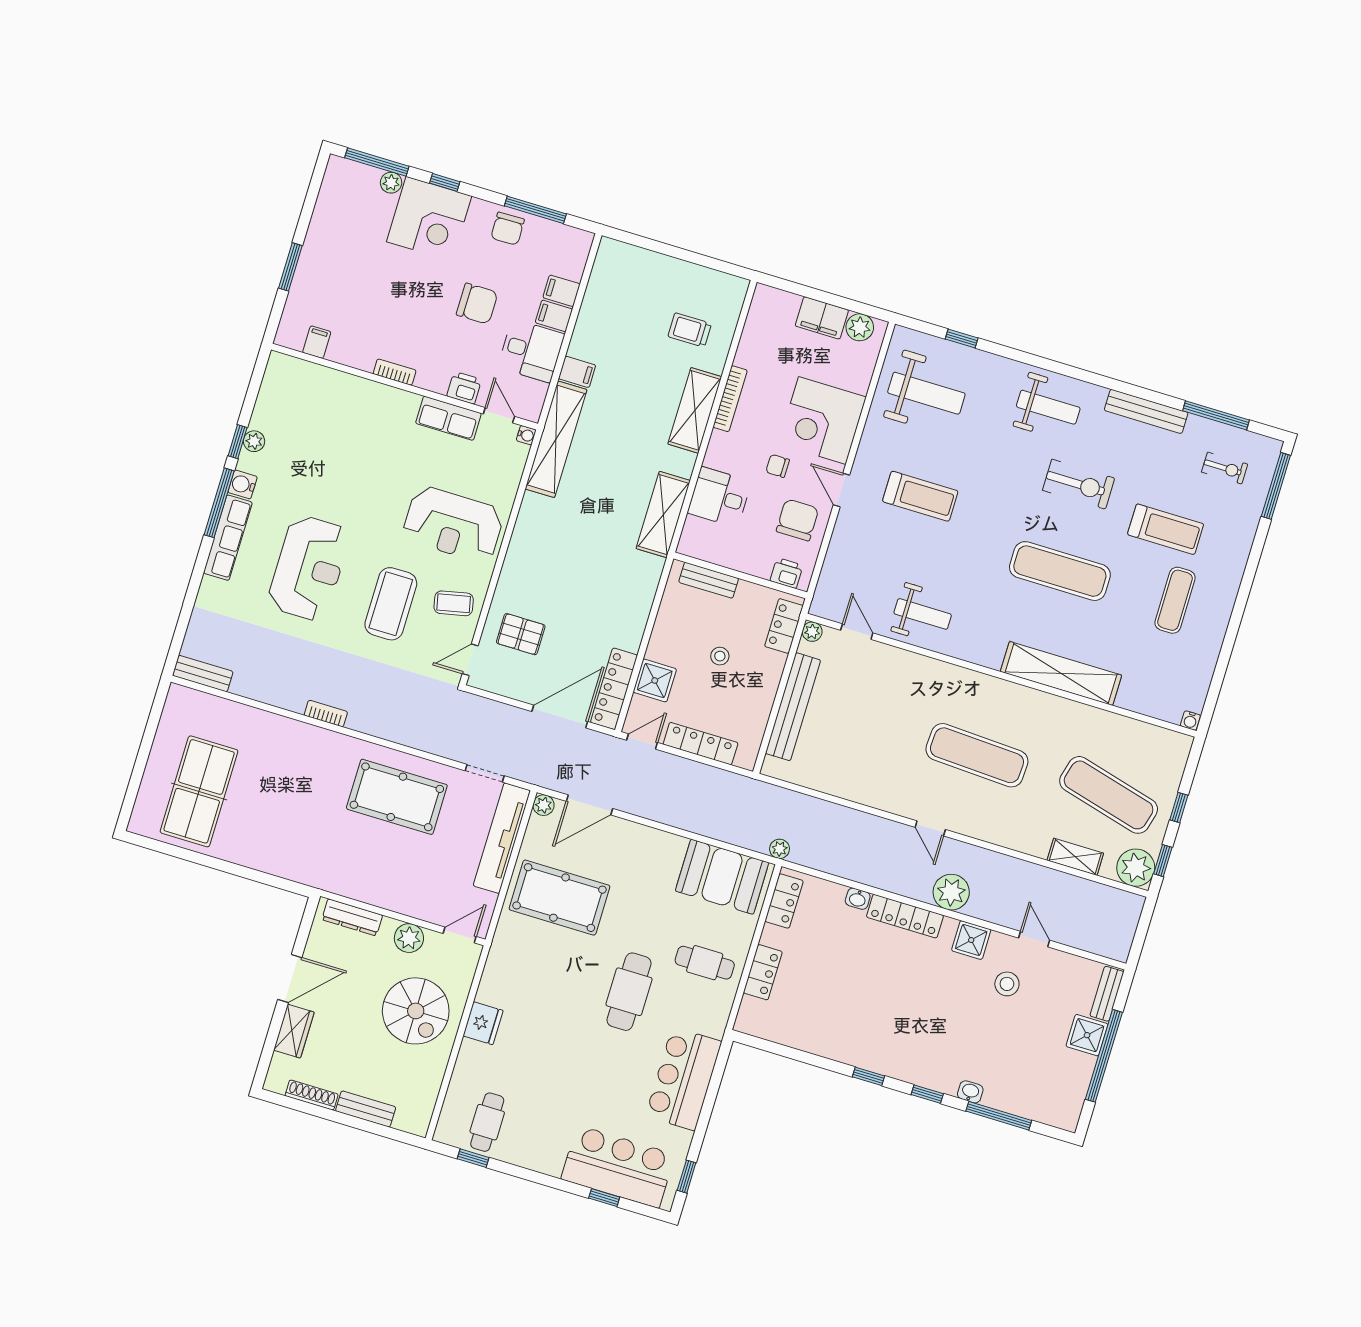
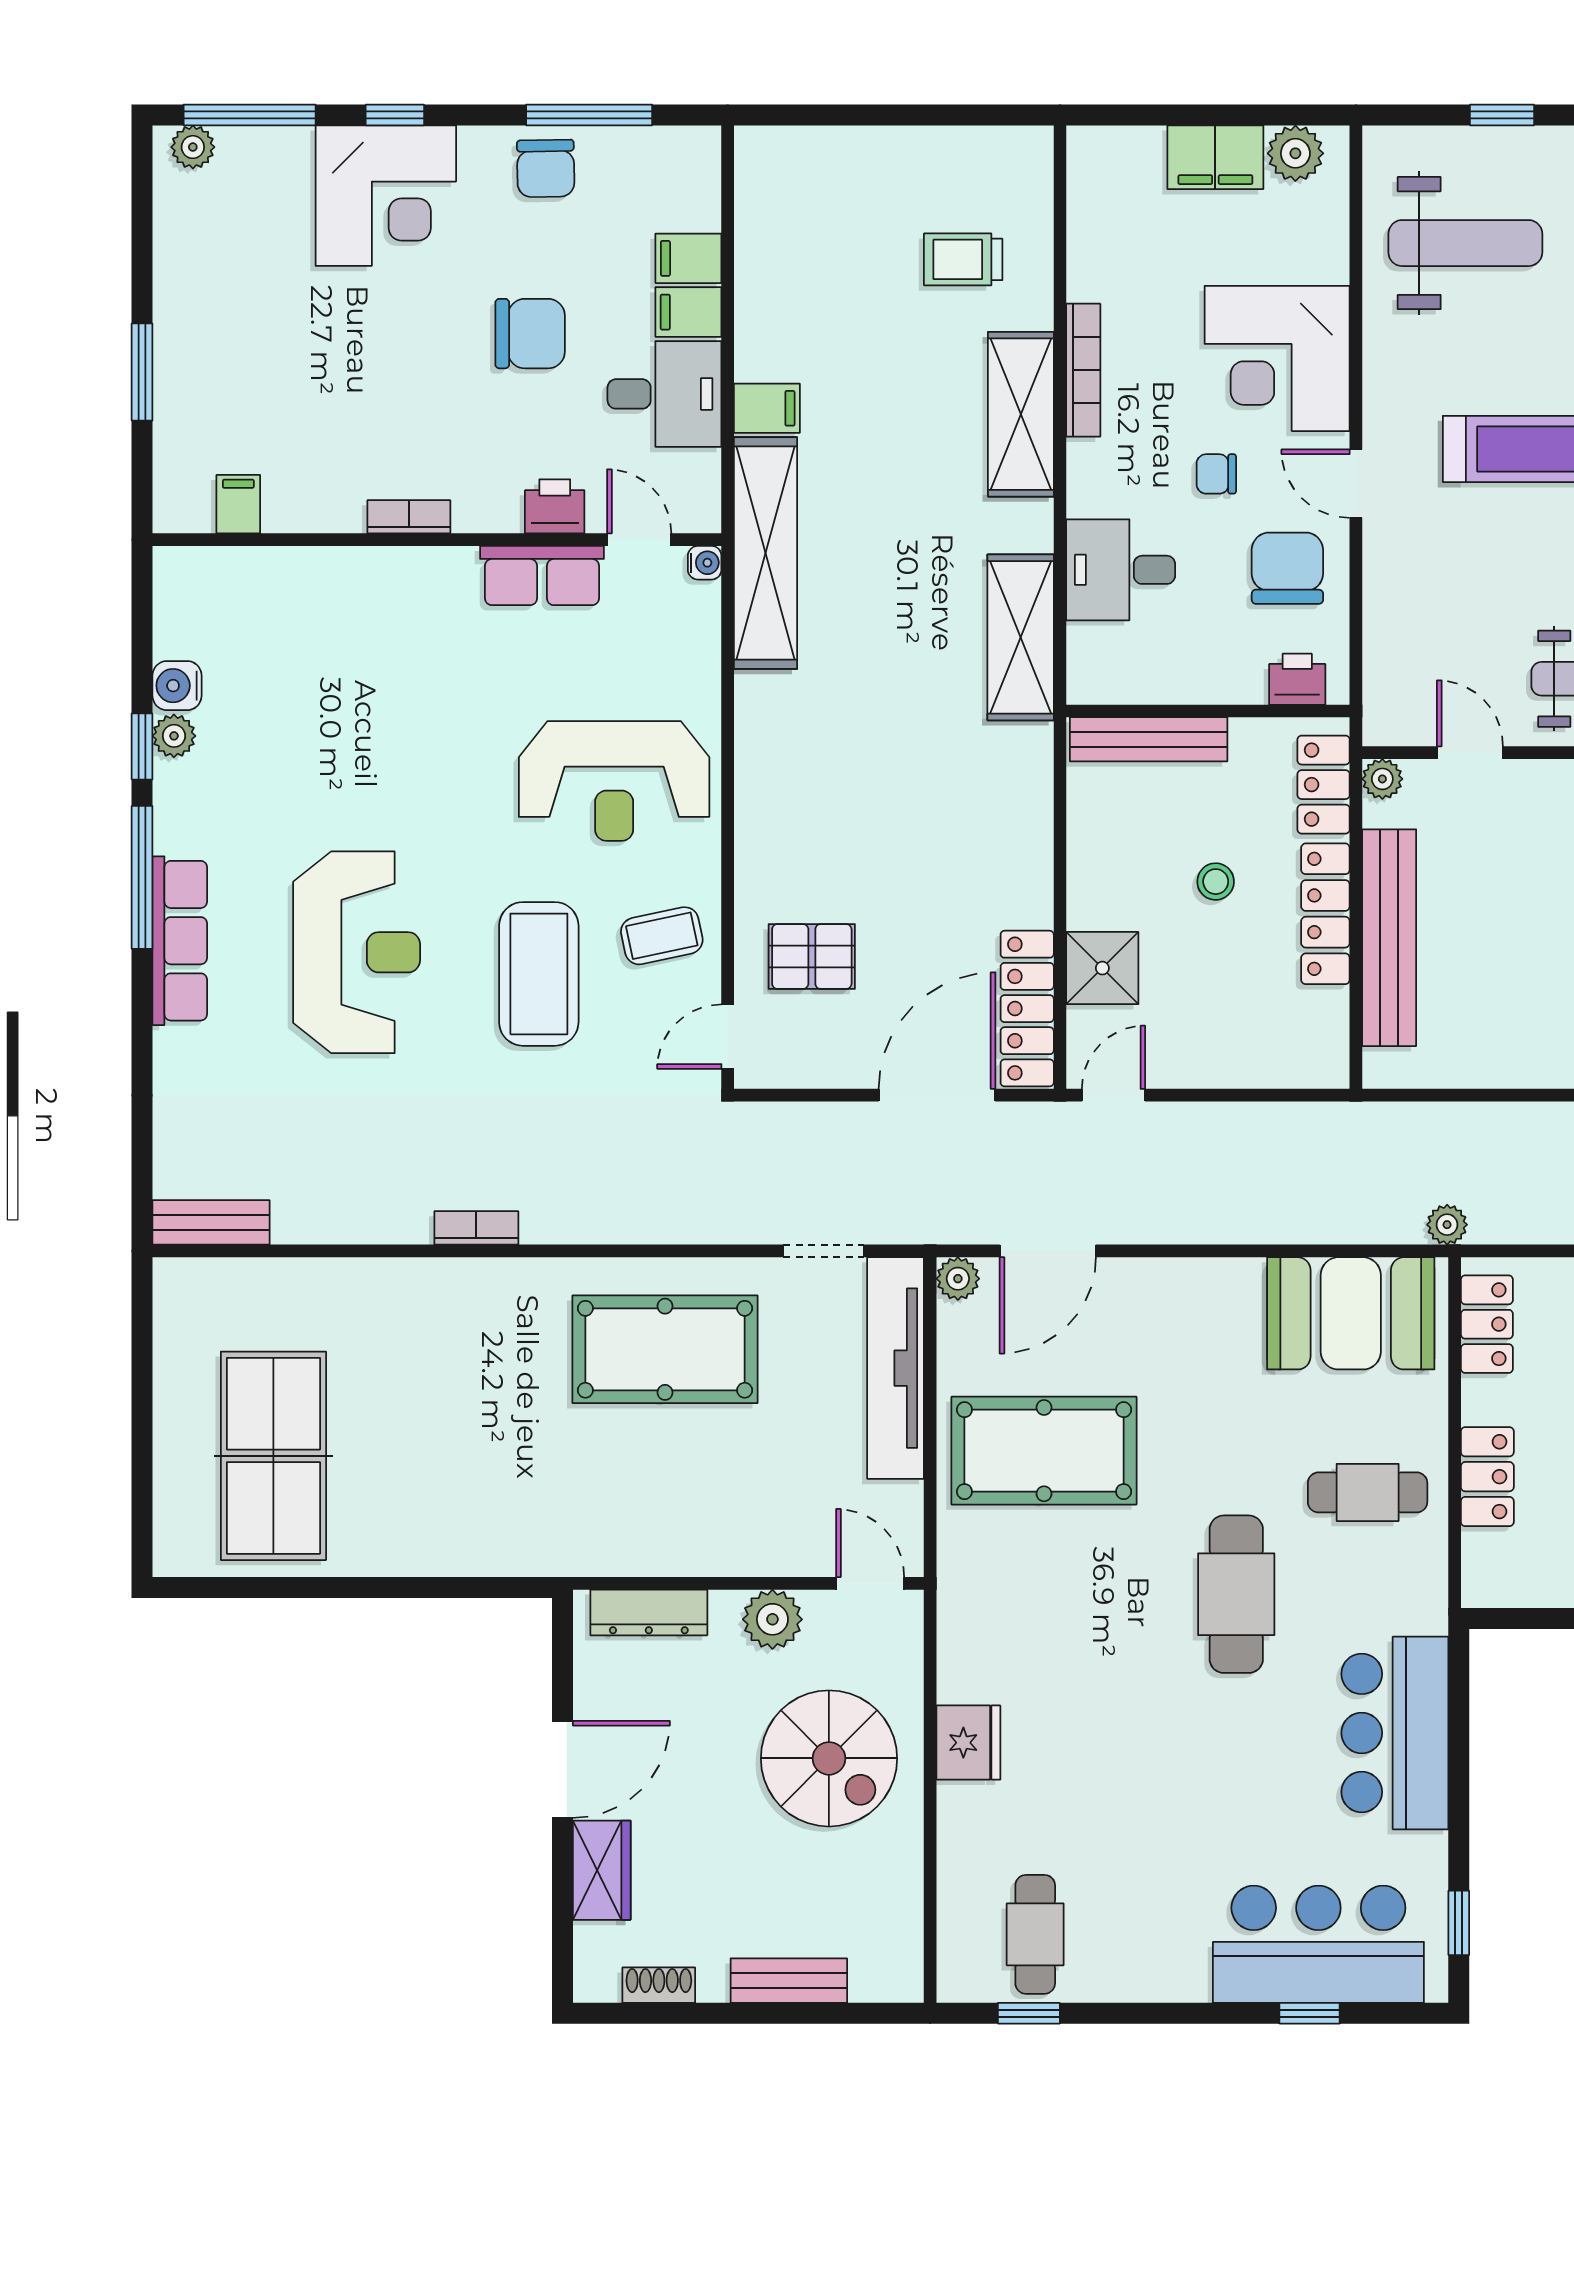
plant: (391, 183) -> (193, 147), moved
water cooler: (243, 484) -> (177, 686), moved
bench: (709, 580) -> (1149, 739), width x1.36
locker: (701, 744) -> (1325, 914), moved, turned -90
door: (460, 935) -> (870, 1583), hinge flipped
shoe rack: (312, 1095) -> (659, 1985), width x0.70

